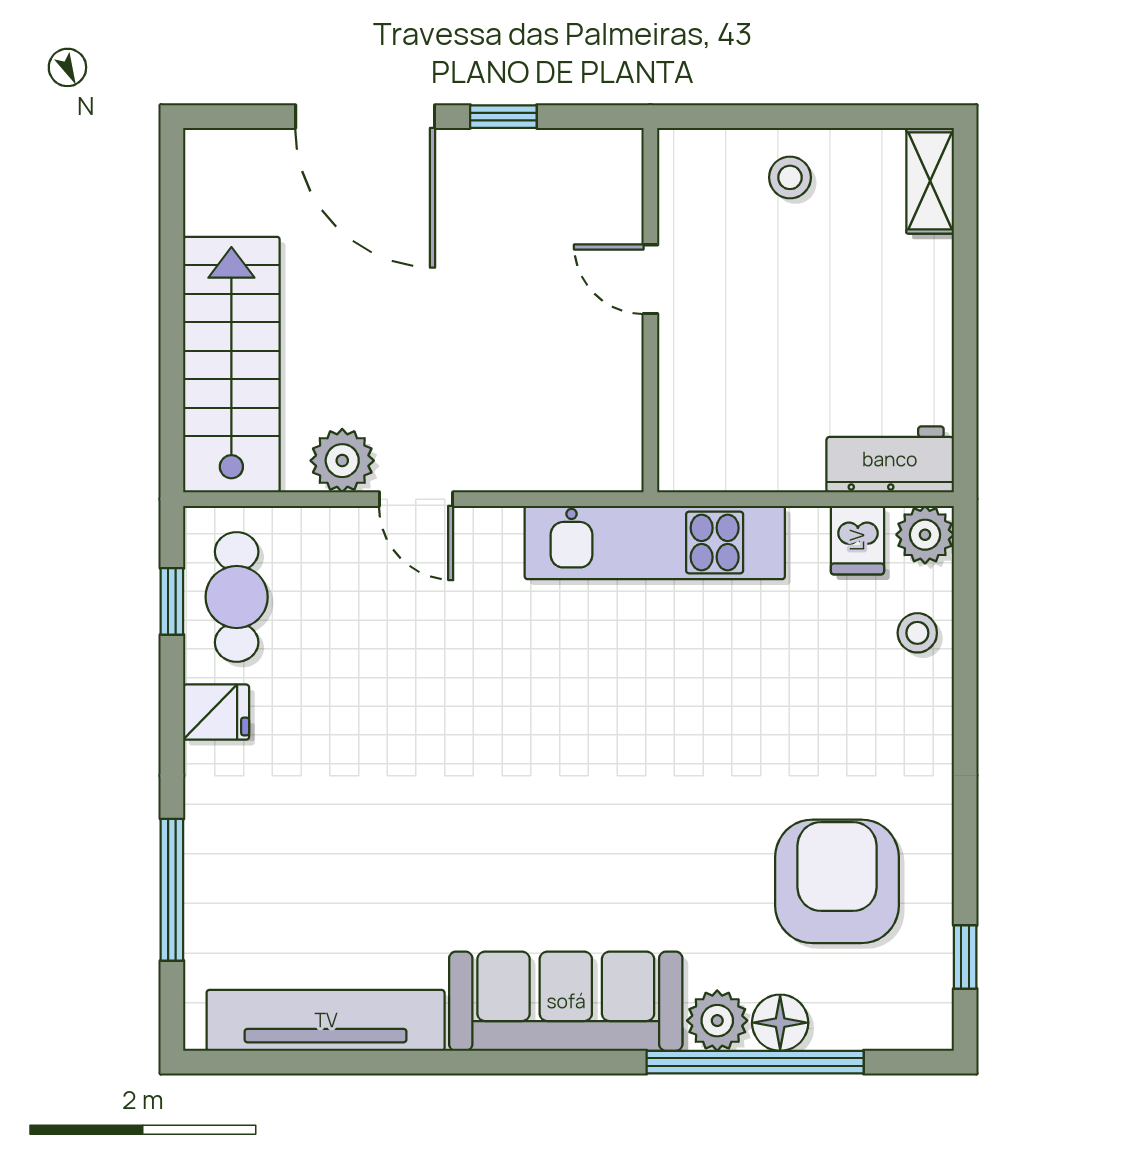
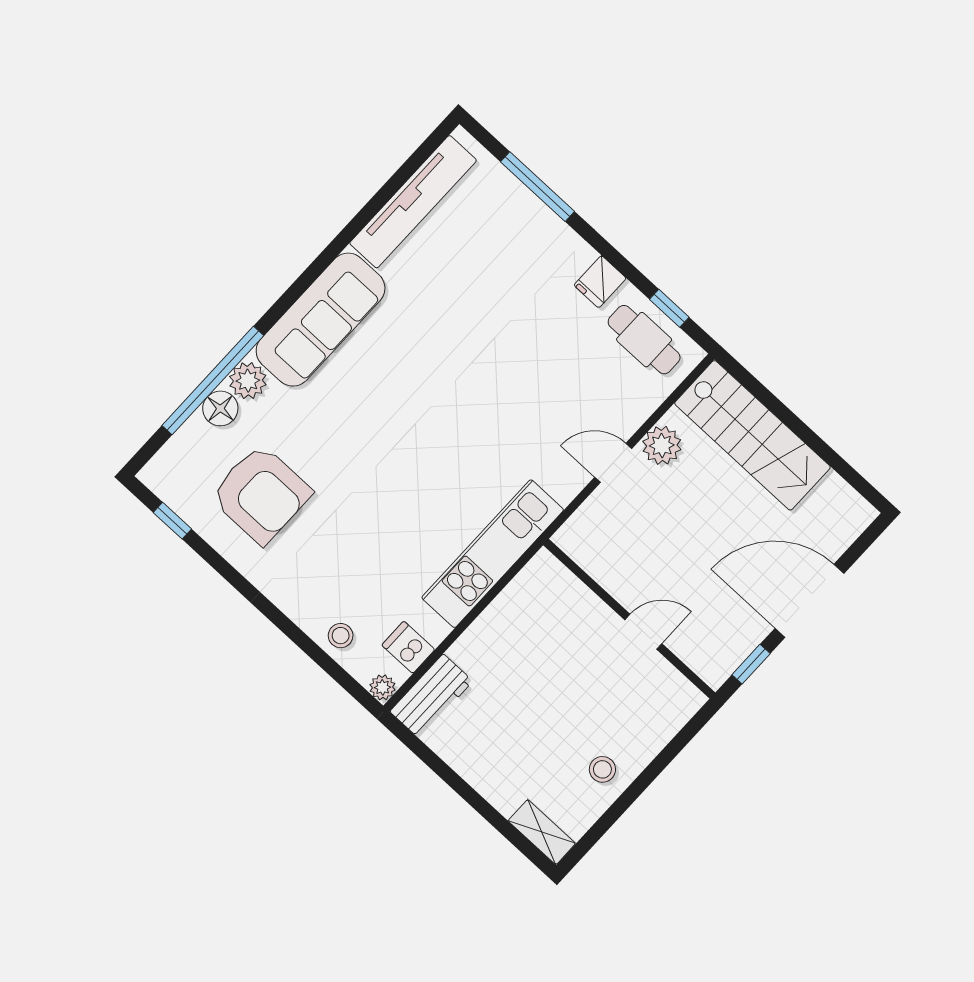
door: (650, 279) -> (643, 632), moved
wall: (650, 310) -> (629, 619), moved
plant: (925, 535) -> (383, 687), width x0.73, depth x0.73

